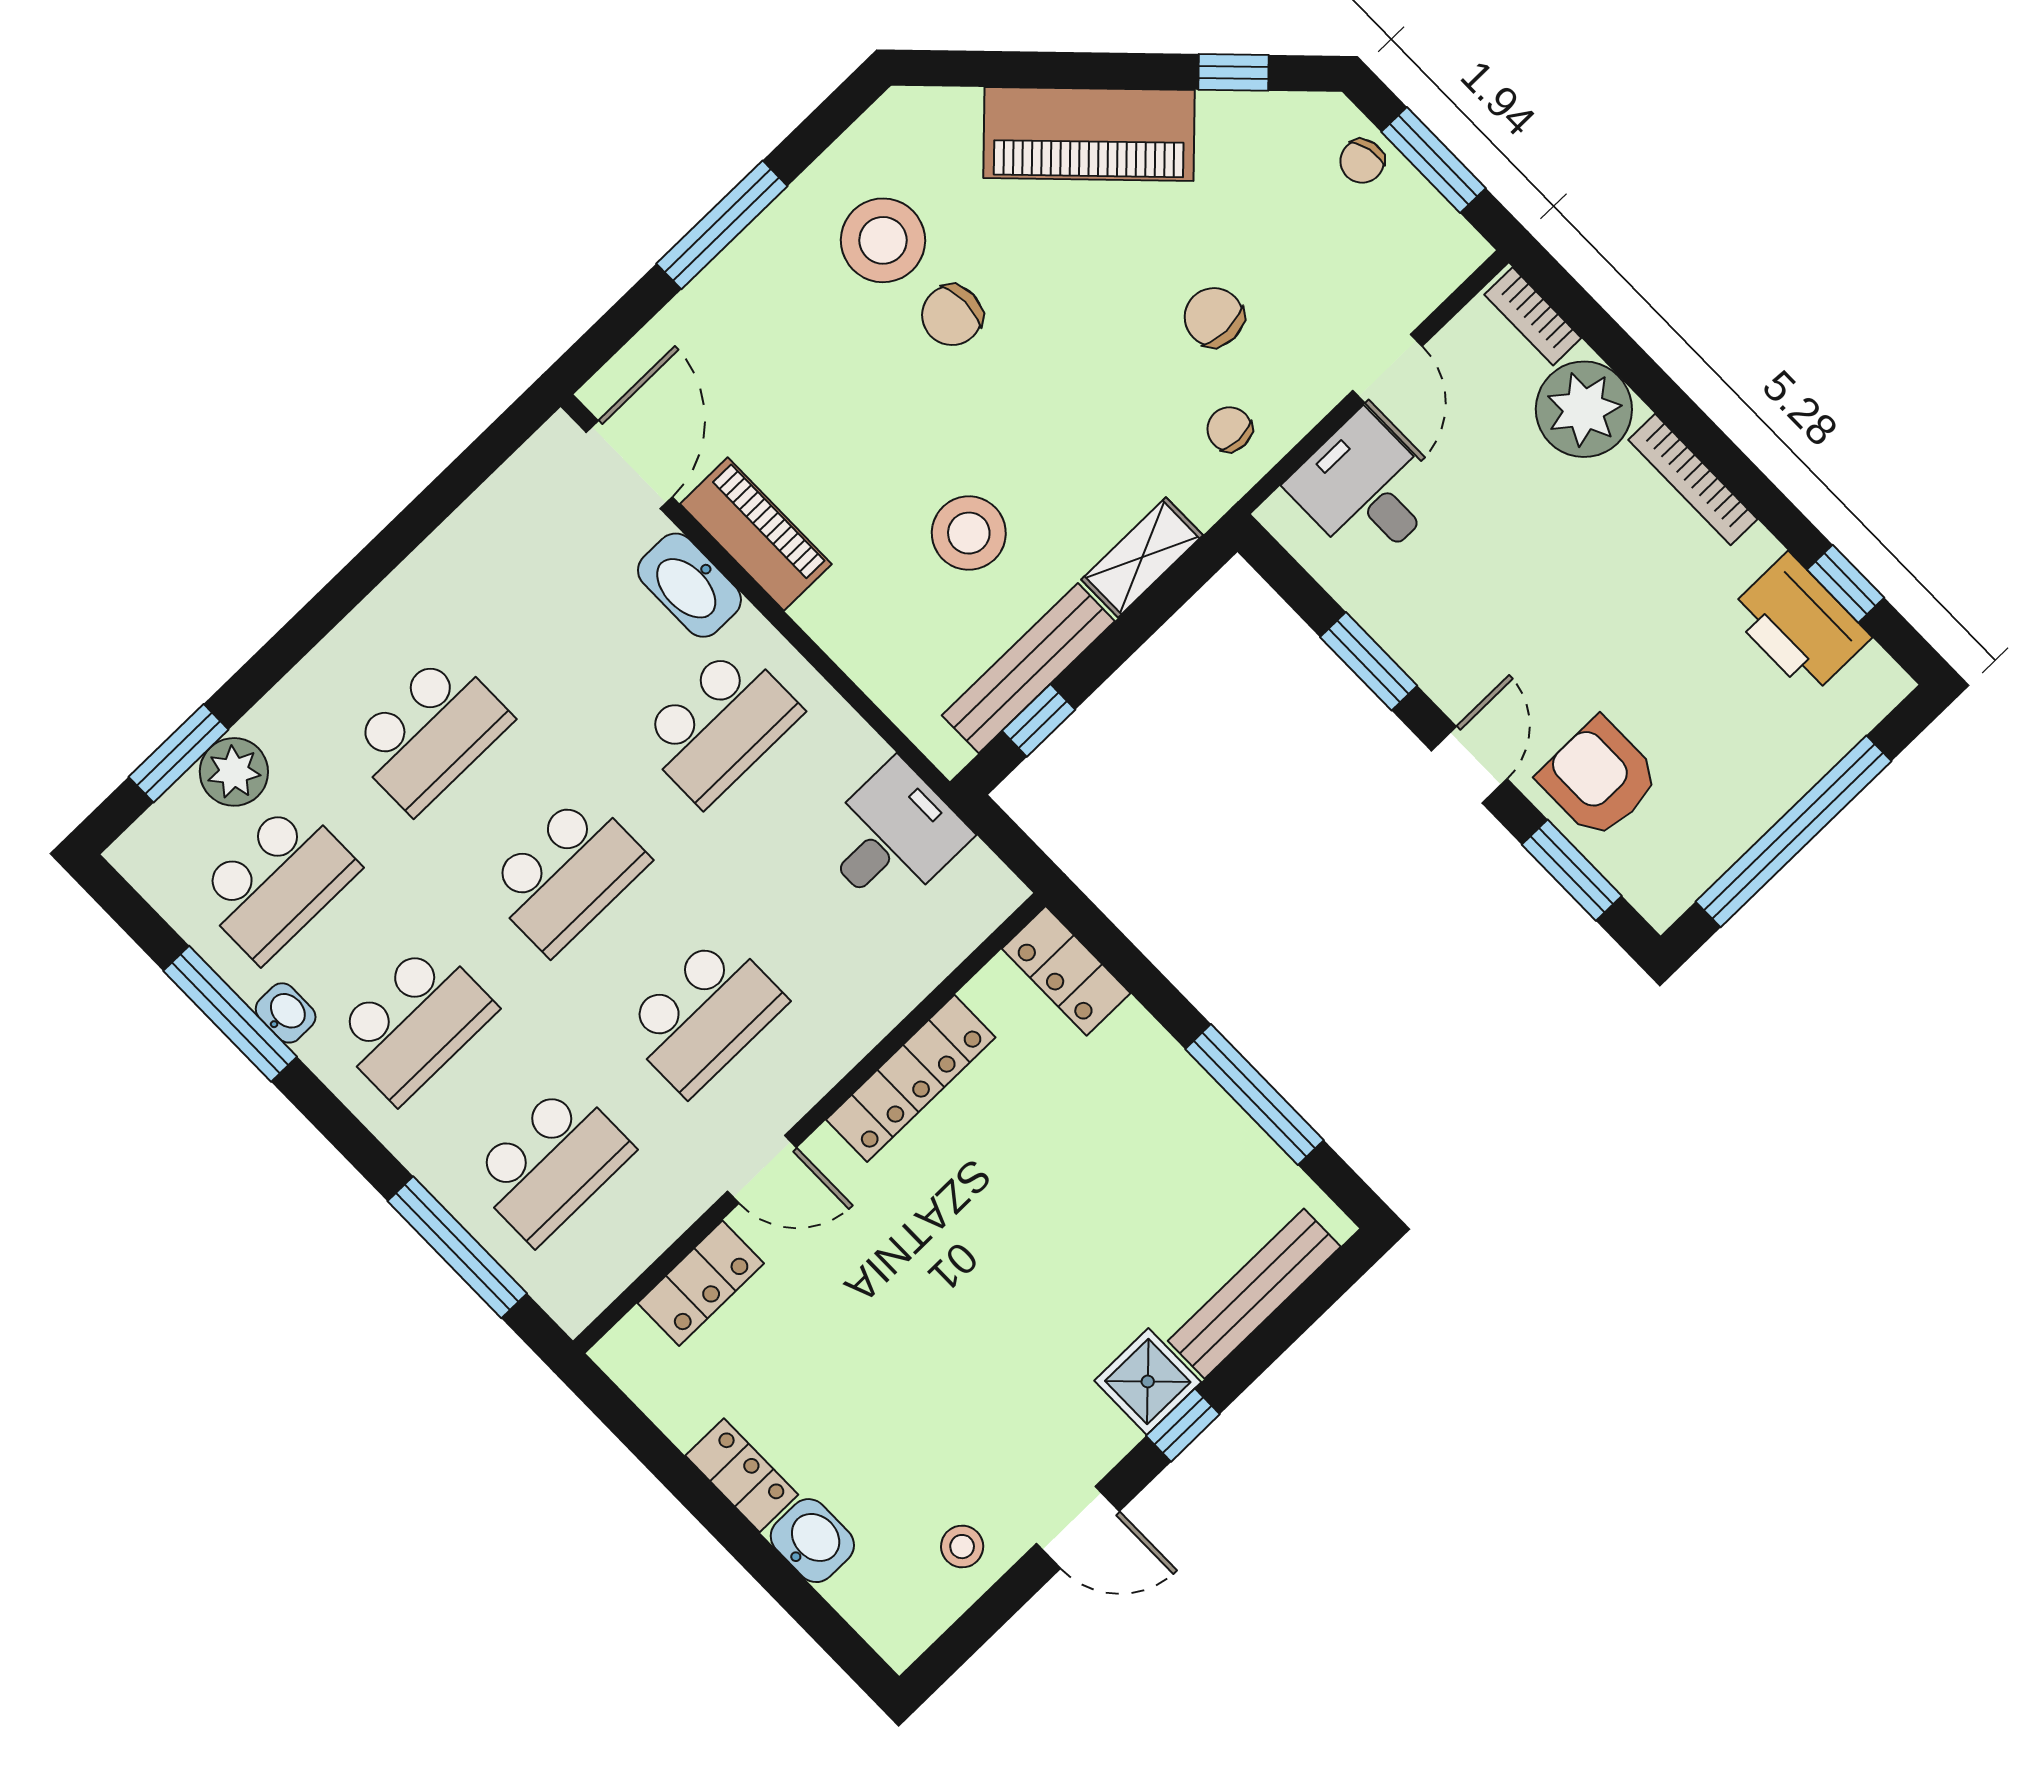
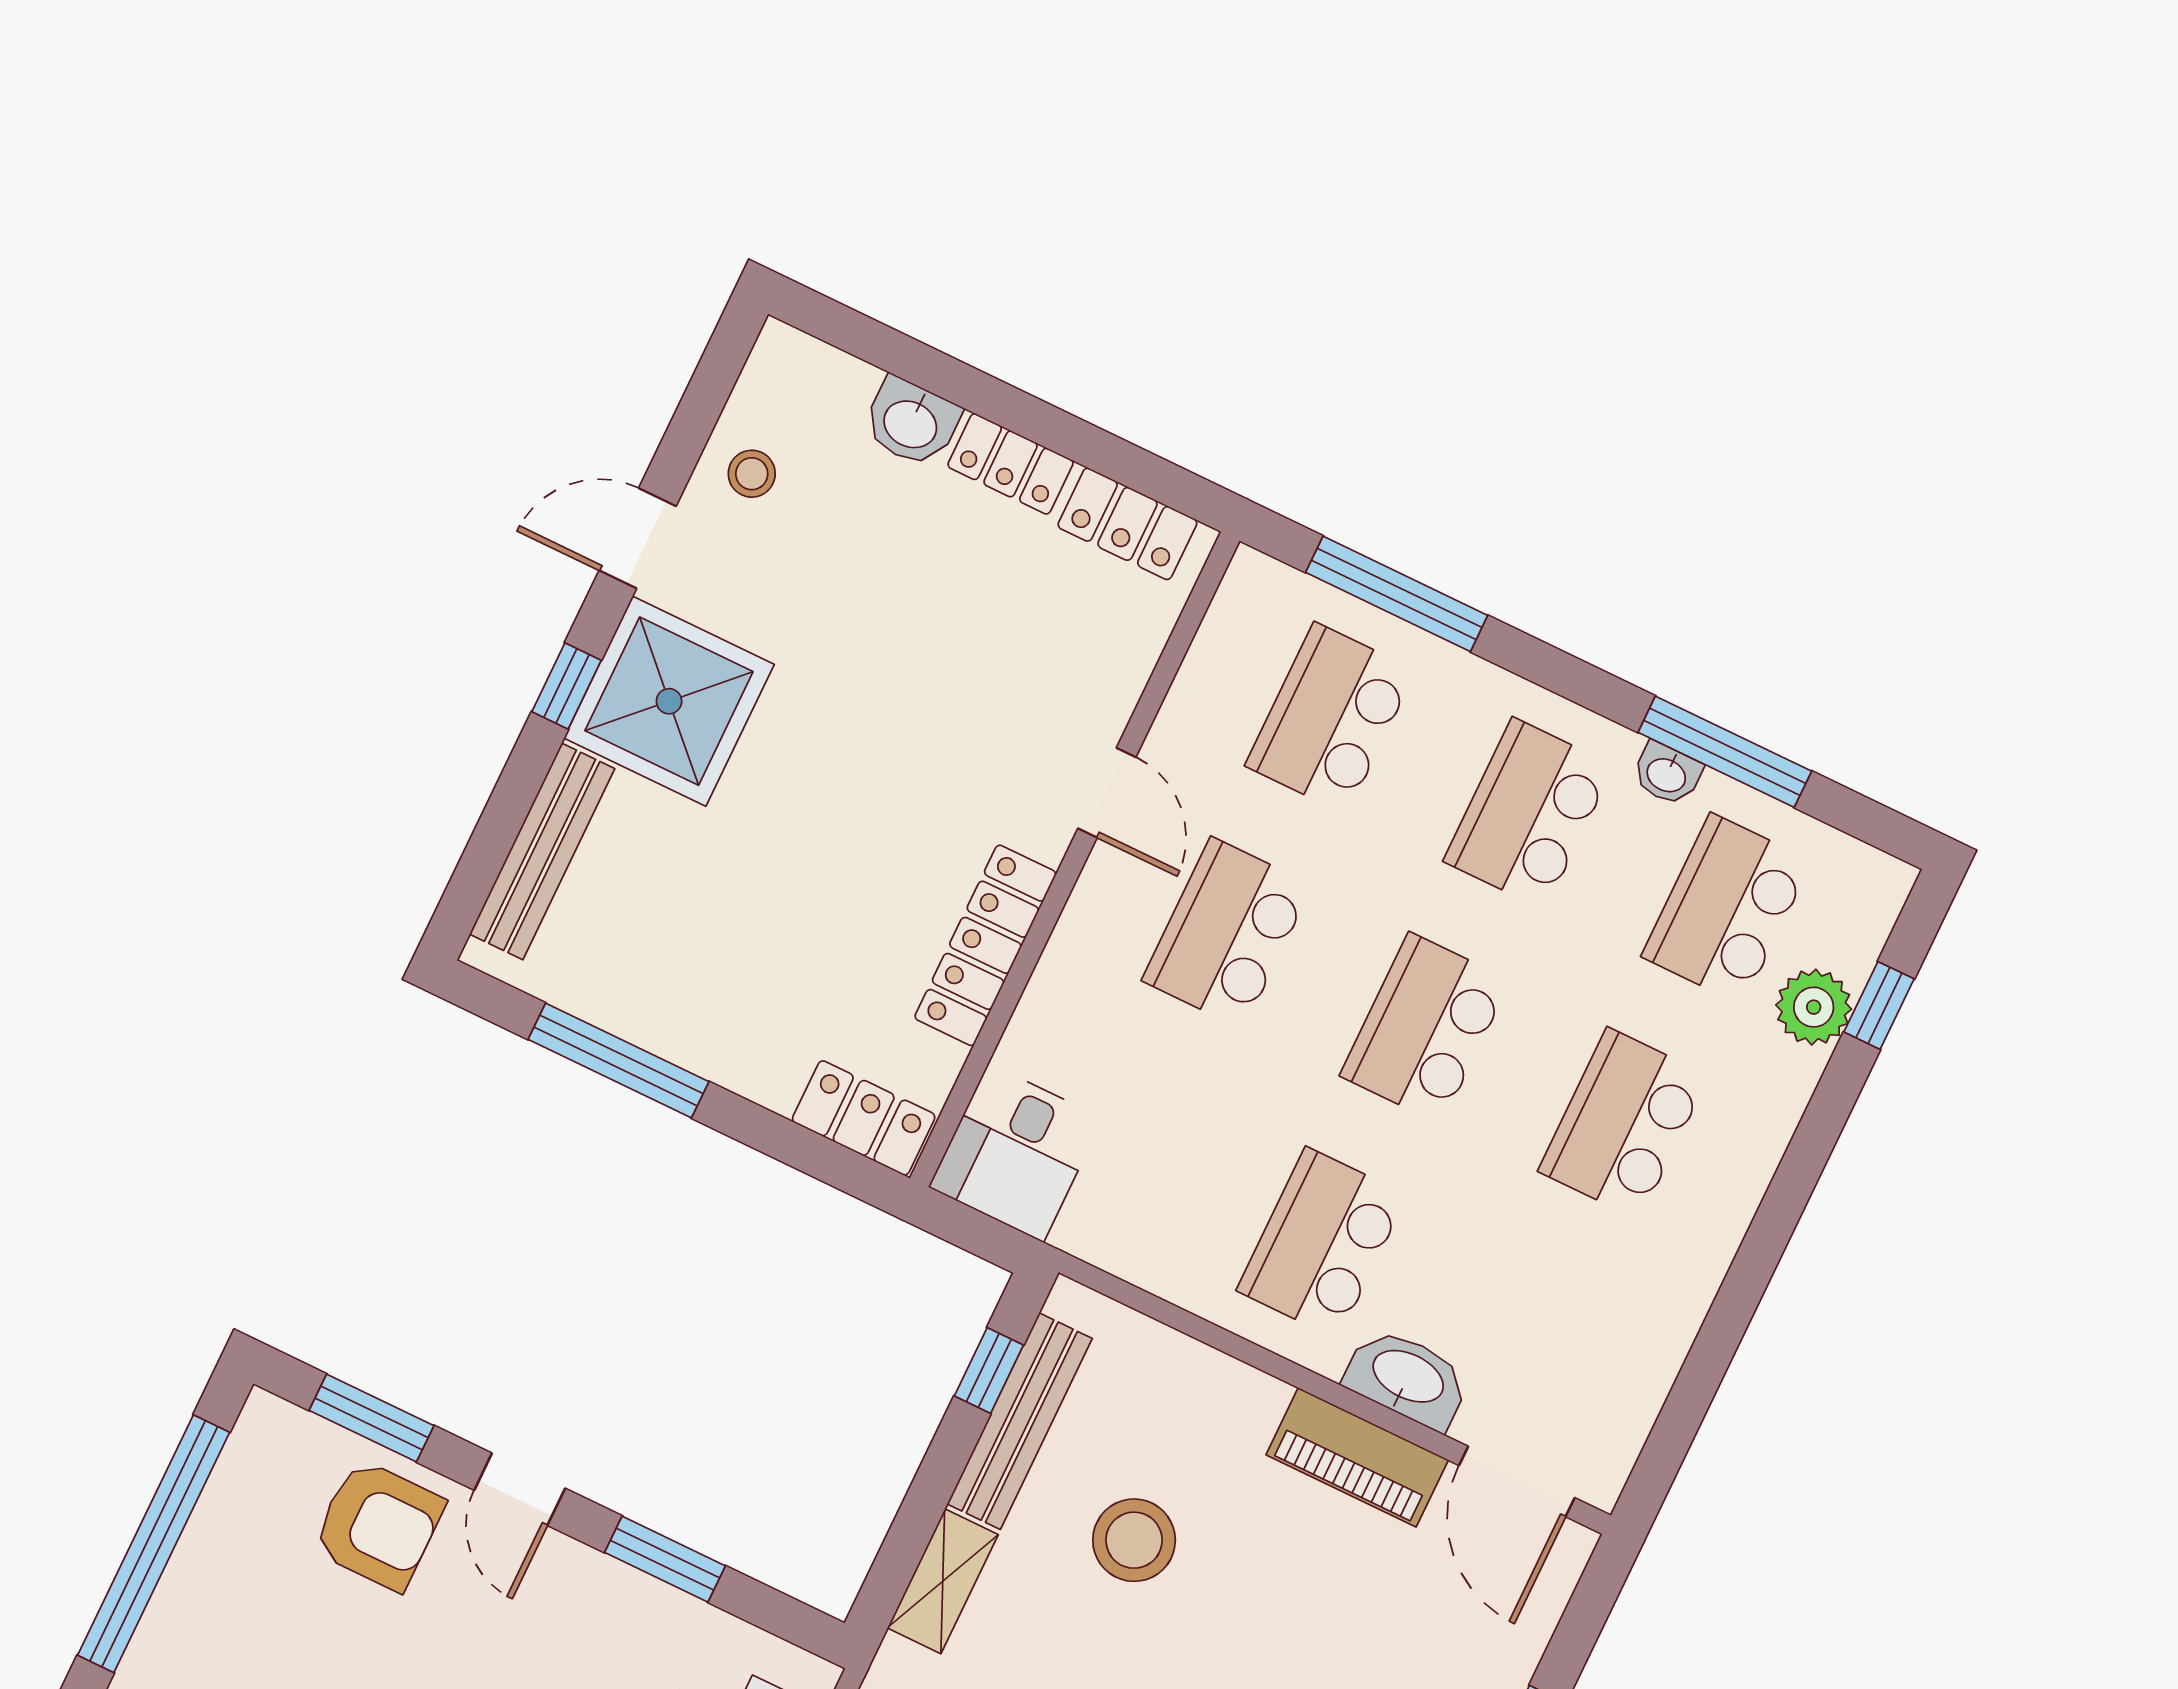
window: (179, 753) -> (1879, 1005), width x0.67
desk: (892, 837) -> (1016, 1153), moved
door: (762, 1169) -> (1107, 793), swing flipped
locker: (701, 1283) -> (1127, 524), moved, turned -90
shower: (1148, 1381) -> (669, 701), width x1.86, depth x1.86

